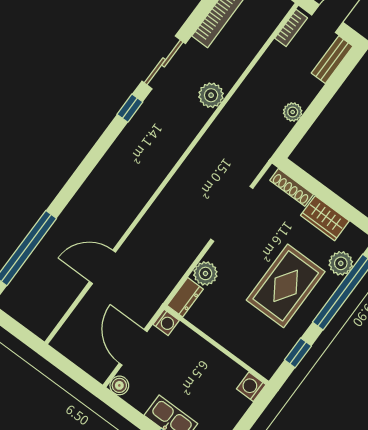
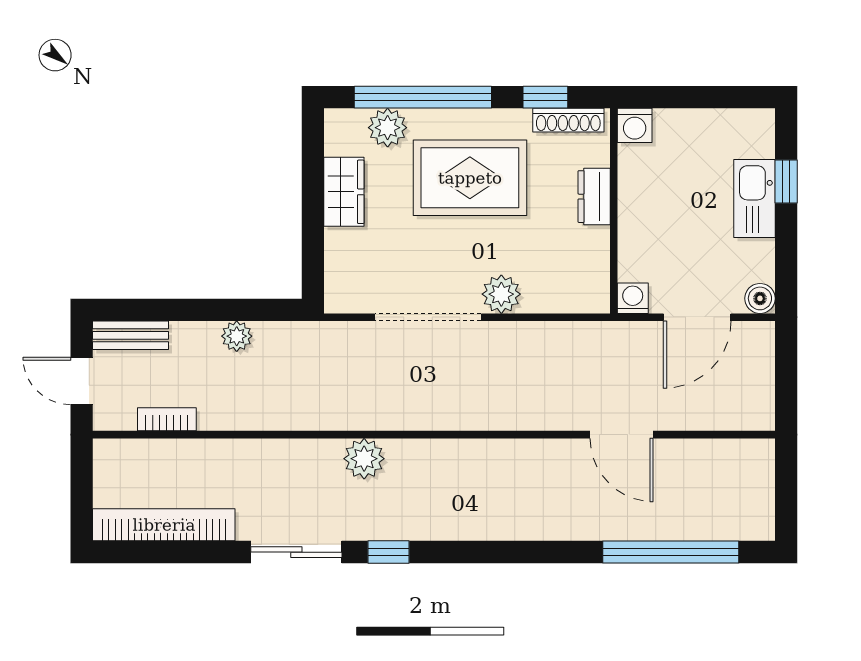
bookcase: (291, 28) -> (167, 419), moved
plant: (211, 95) -> (364, 459), moved
shoe rack: (292, 187) -> (568, 120), moved, turned 90
plant: (205, 273) -> (501, 294), moved
dresser: (185, 297) -> (594, 197), moved, turned -90

